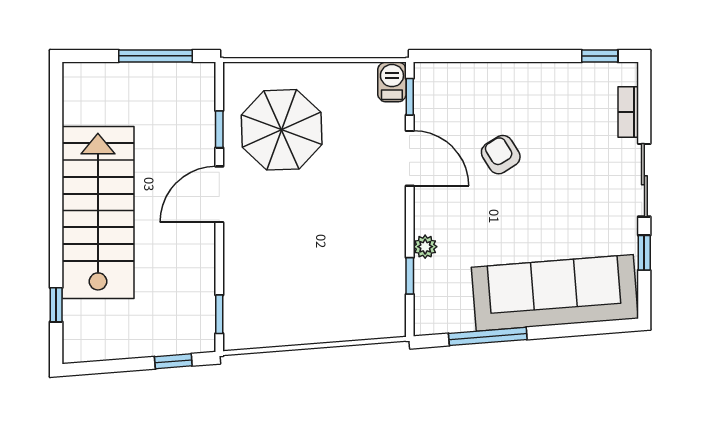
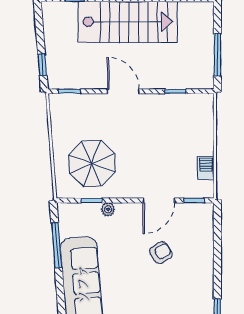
barbecue: (392, 82) -> (206, 168), moved, turned -90
parasol: (282, 130) -> (92, 163), moved
door: (219, 194) -> (123, 91), moved

